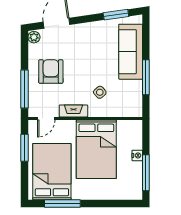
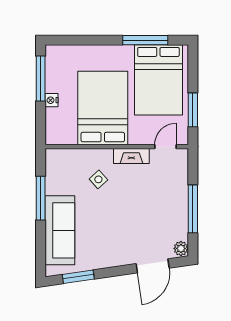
armchair: (51, 72) -> (160, 205), removed
window: (24, 89) -> (193, 209), moved

